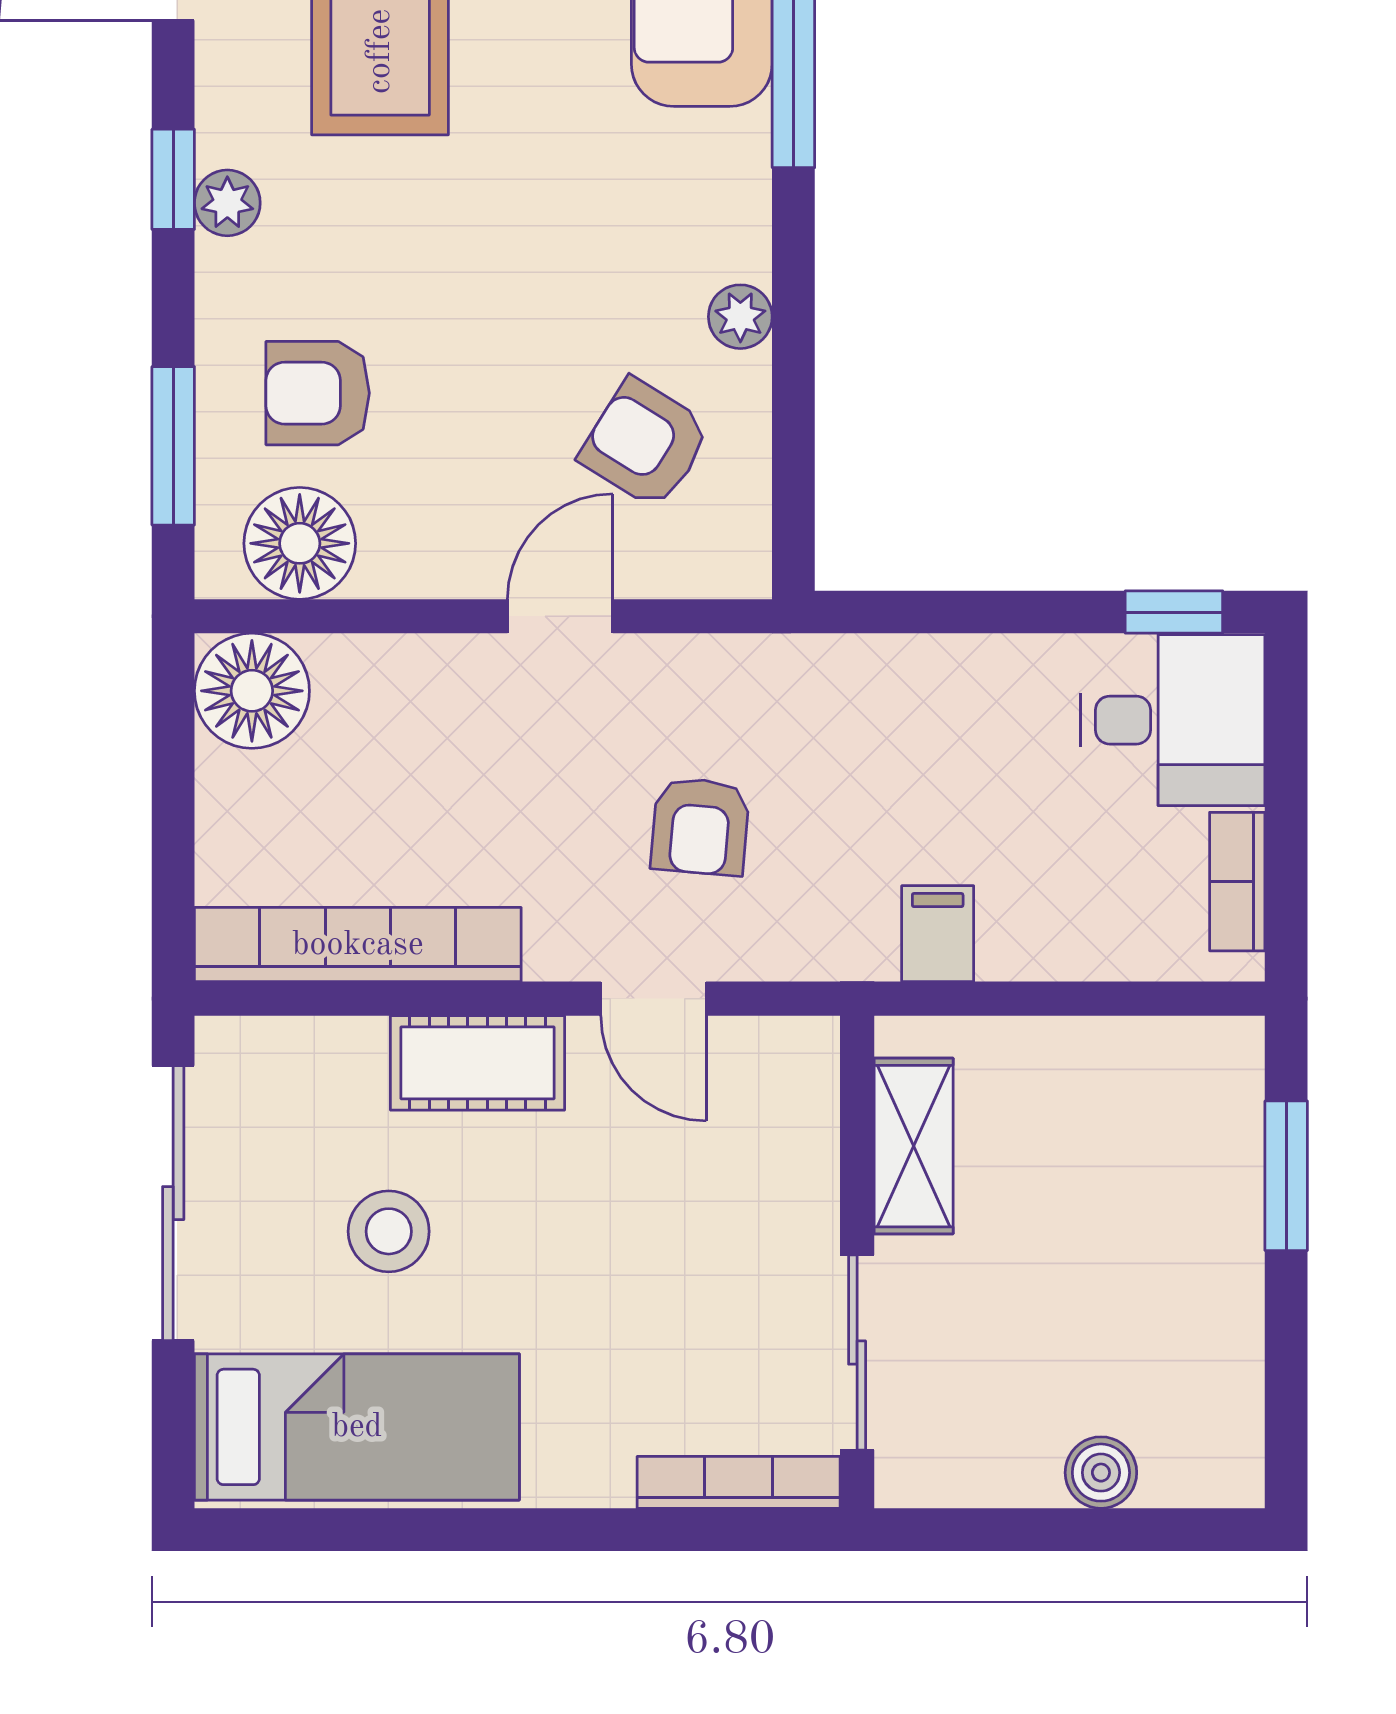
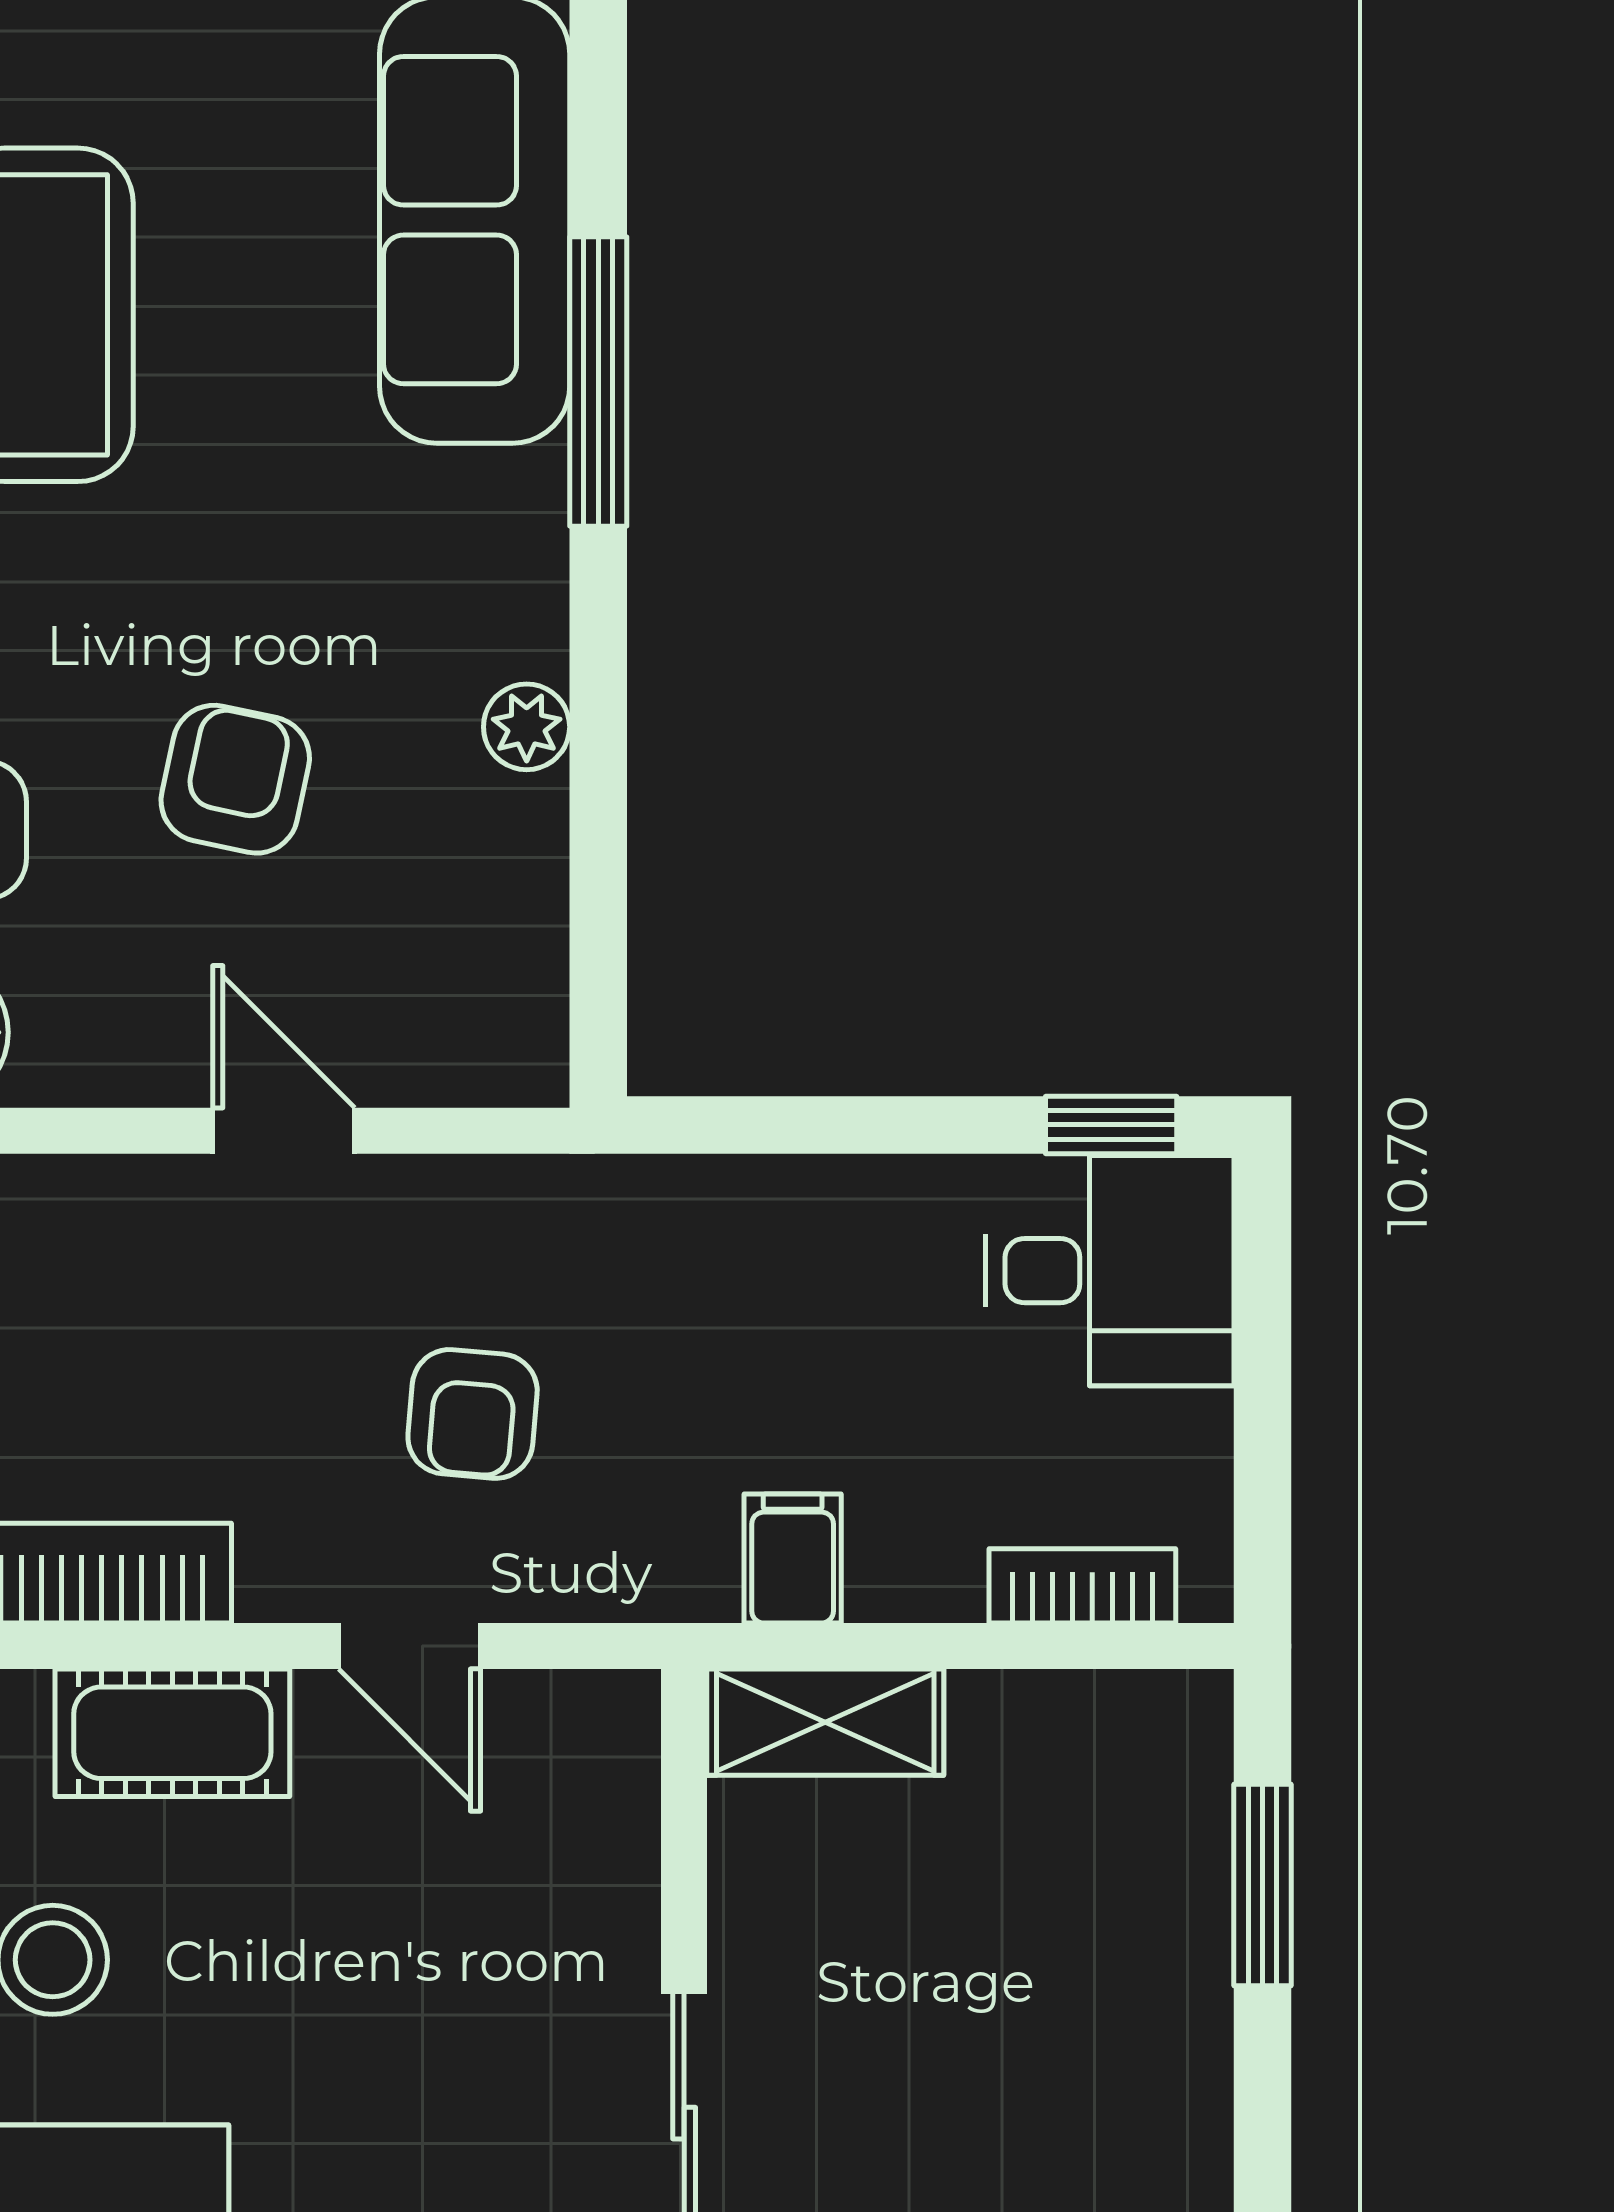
armchair: (645, 444) -> (235, 779), moved, turned 70
door: (560, 616) -> (284, 1131), hinge flipped
bookcase: (1237, 882) -> (1082, 1586), moved, turned 90
shelving: (914, 1146) -> (825, 1722), moved, turned 90

